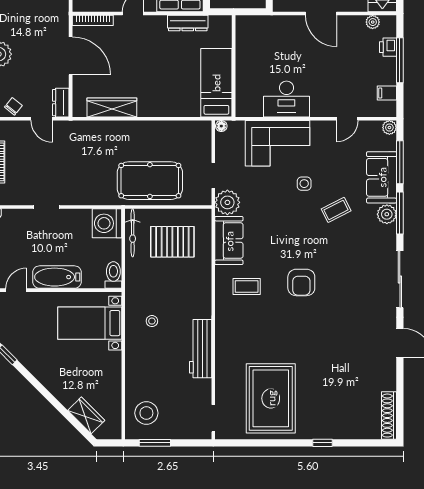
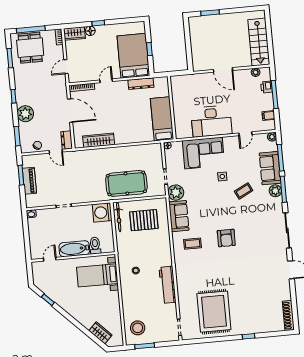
desk: (286, 99) -> (211, 121), width x1.36, depth x1.30
toilet: (113, 275) -> (95, 245), moved

